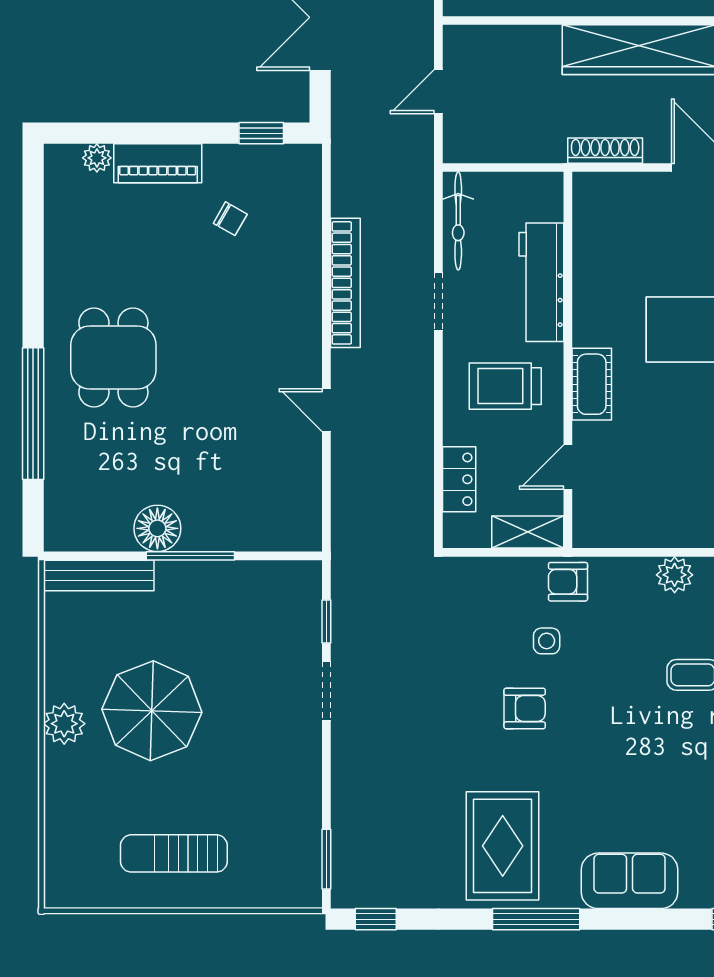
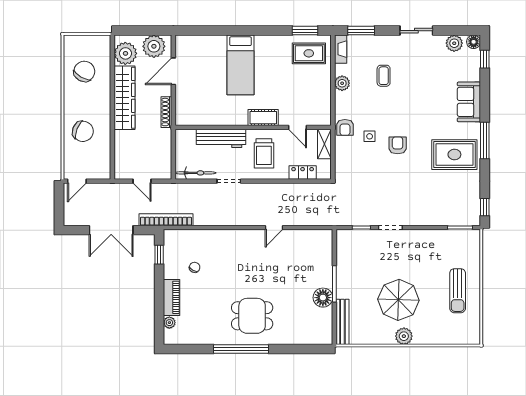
bookcase: (345, 283) -> (166, 220), moved
window: (33, 414) -> (241, 349), moved

